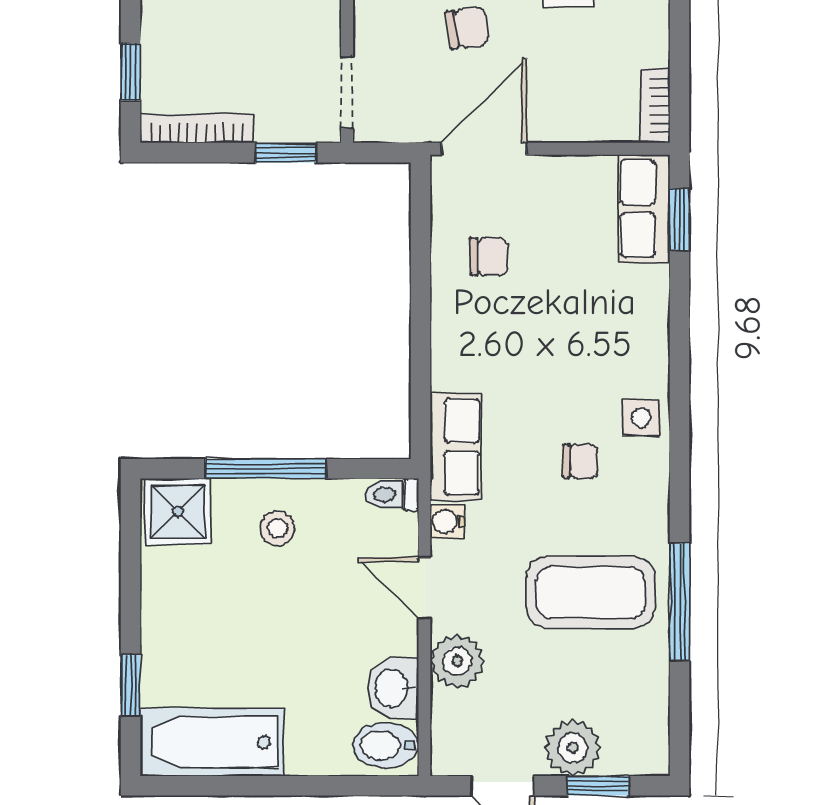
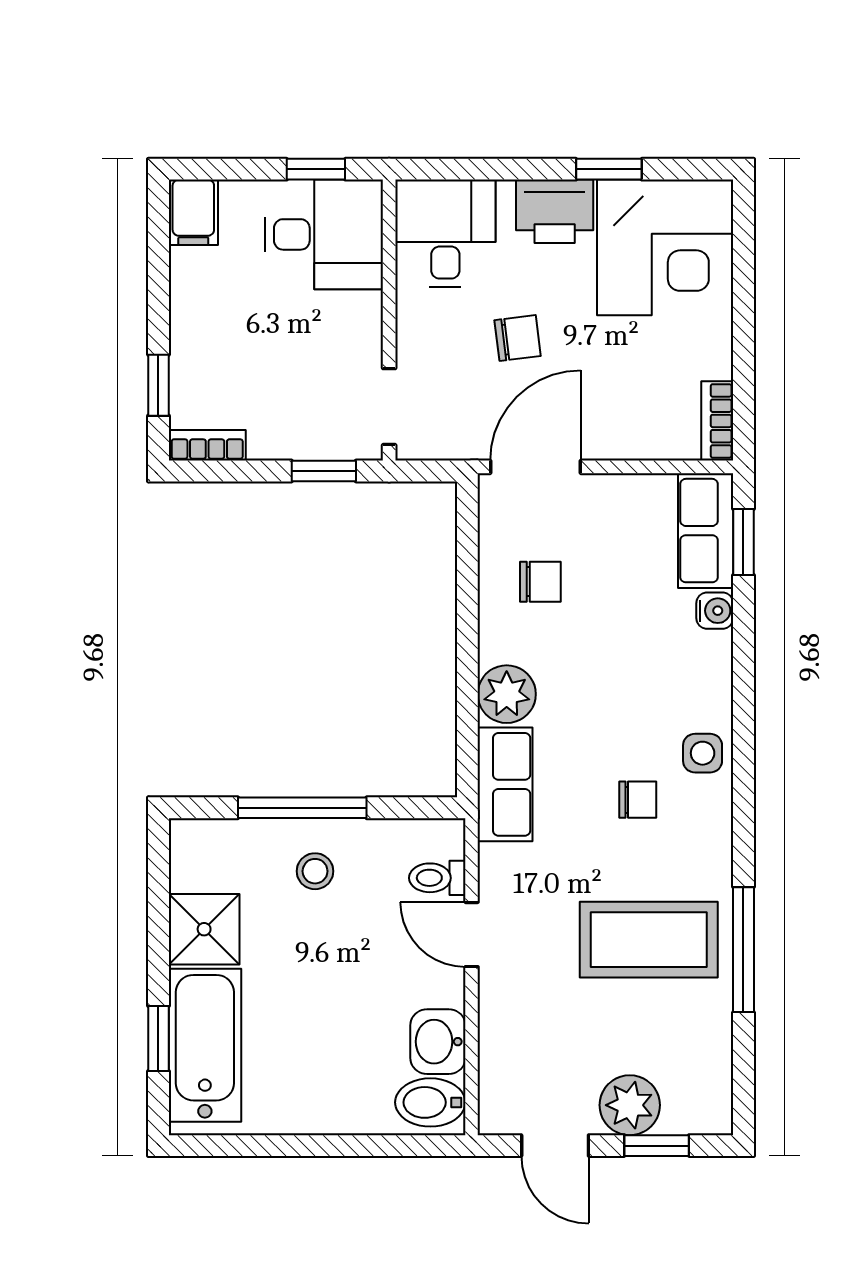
bookcase: (197, 129) -> (207, 445), width x0.64
toilet: (392, 495) -> (437, 878), moved
shower: (178, 512) -> (204, 929), moved
water cooler: (447, 521) -> (715, 611), moved, turned 180
plant: (457, 661) -> (507, 694), moved
bathtub: (212, 742) -> (205, 1045), moved, turned 90

